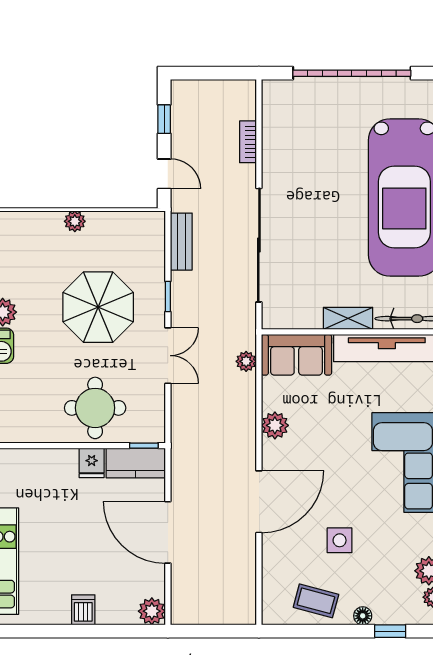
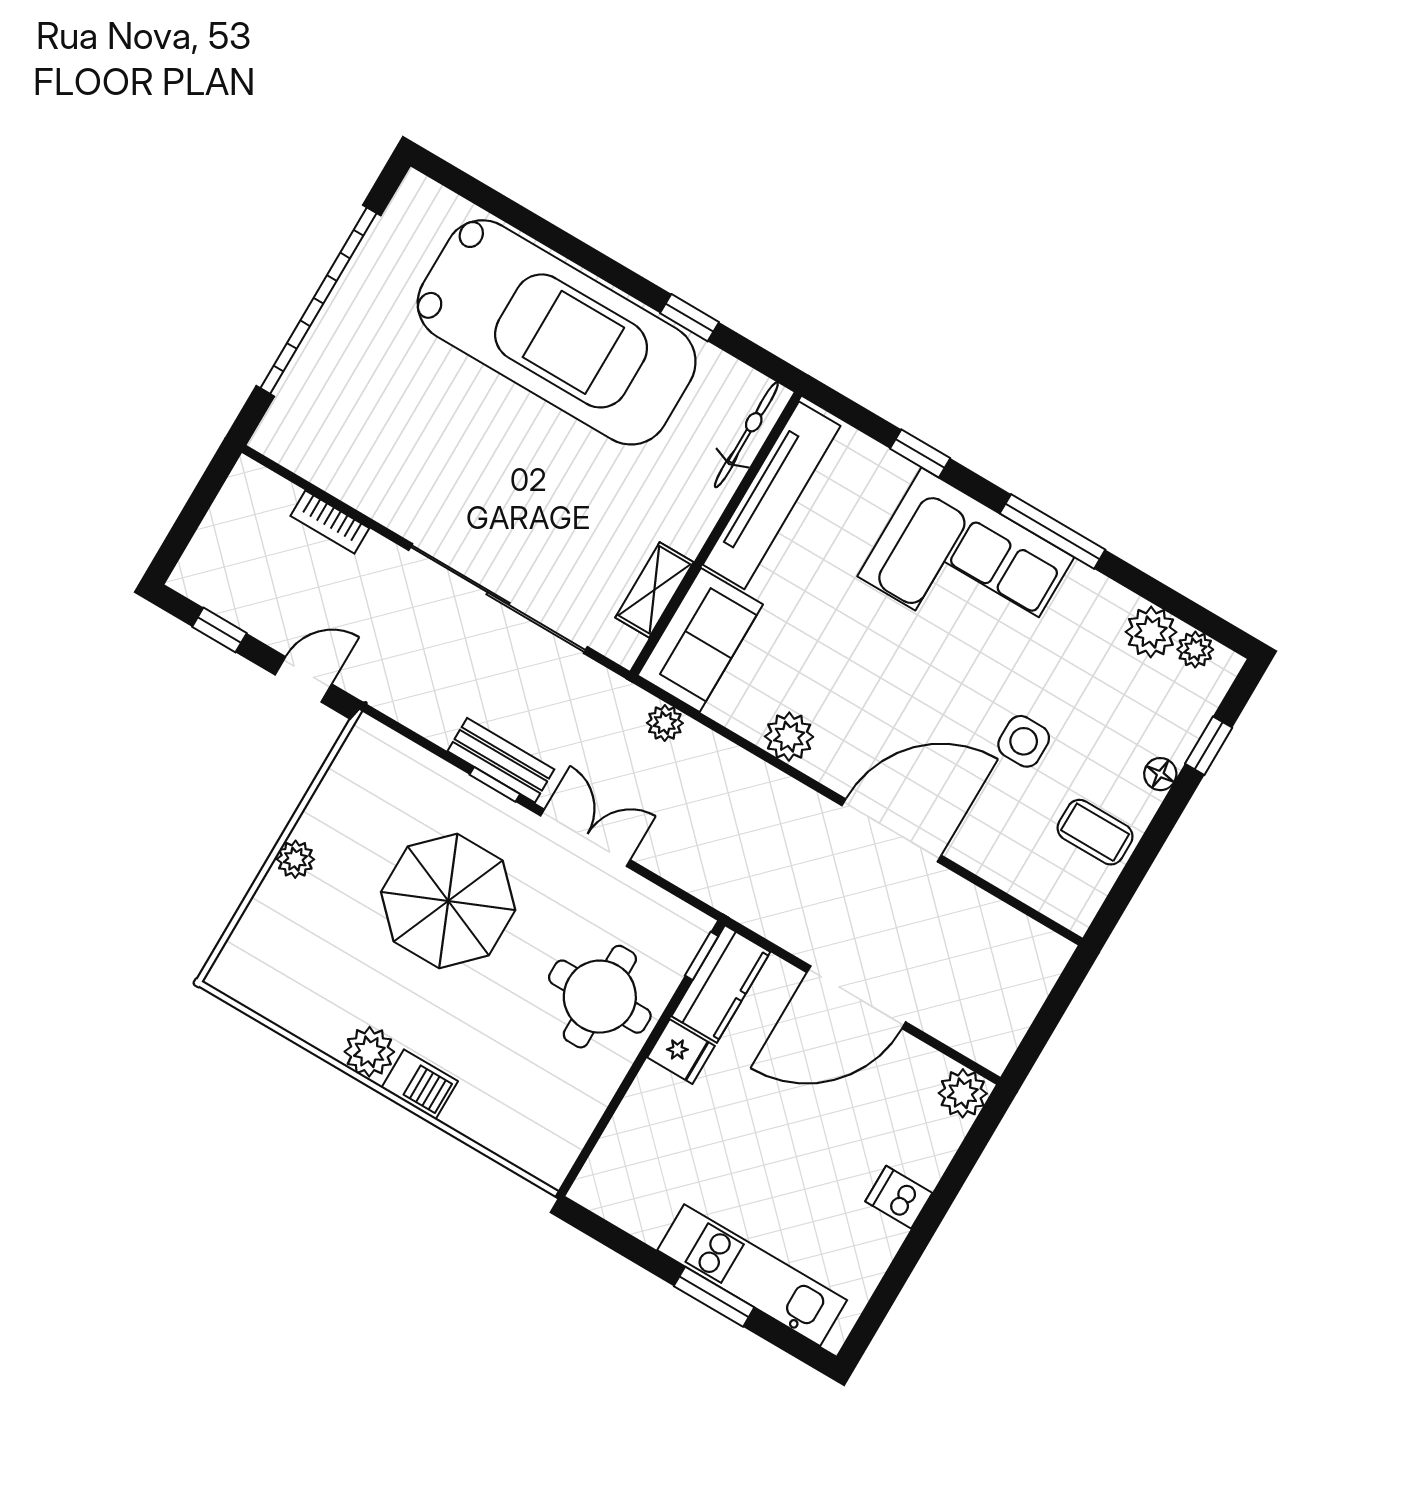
bench: (181, 242) -> (501, 760), moved
shelving: (348, 318) -> (654, 590), moved
door: (259, 502) -> (892, 830), hinge flipped
coffee table: (316, 601) -> (1095, 832), turned 75

